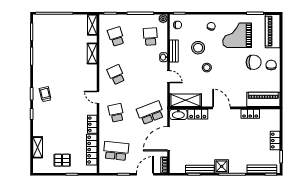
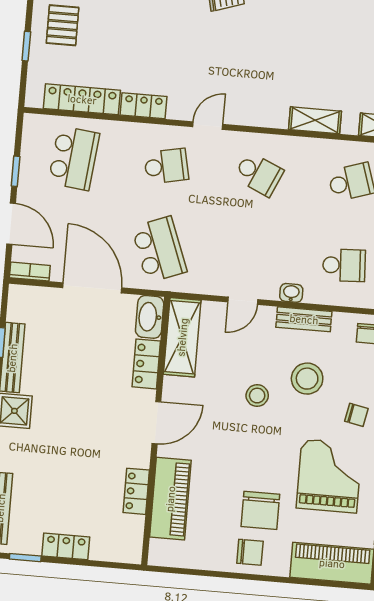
school desk: (116, 75) -> (259, 174), turned 48
piano: (263, 99) -> (170, 499), moved

